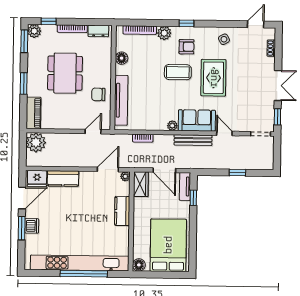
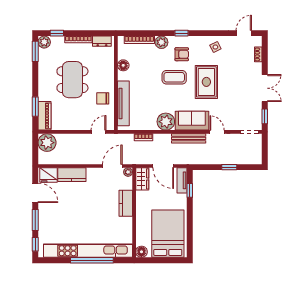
window: (24, 83) -> (35, 107), moved
plant: (172, 126) -> (166, 122), width x1.88, depth x1.88
door: (22, 198) -> (35, 193), hinge flipped
dishwasher: (32, 226) -> (44, 218), removed
window: (21, 255) -> (35, 244), added

